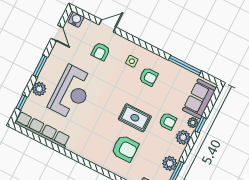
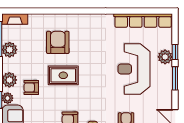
window: (22, 102) -> (175, 52), moved
armchair: (125, 148) -> (58, 42), turned 90

